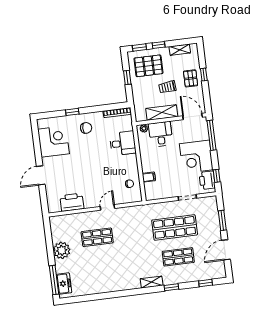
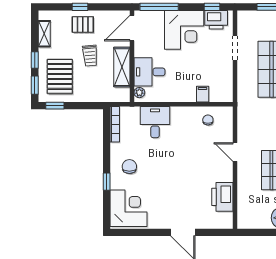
window: (127, 78) -> (55, 106), moved
corner desk: (54, 141) -> (129, 208), moved, turned 90

